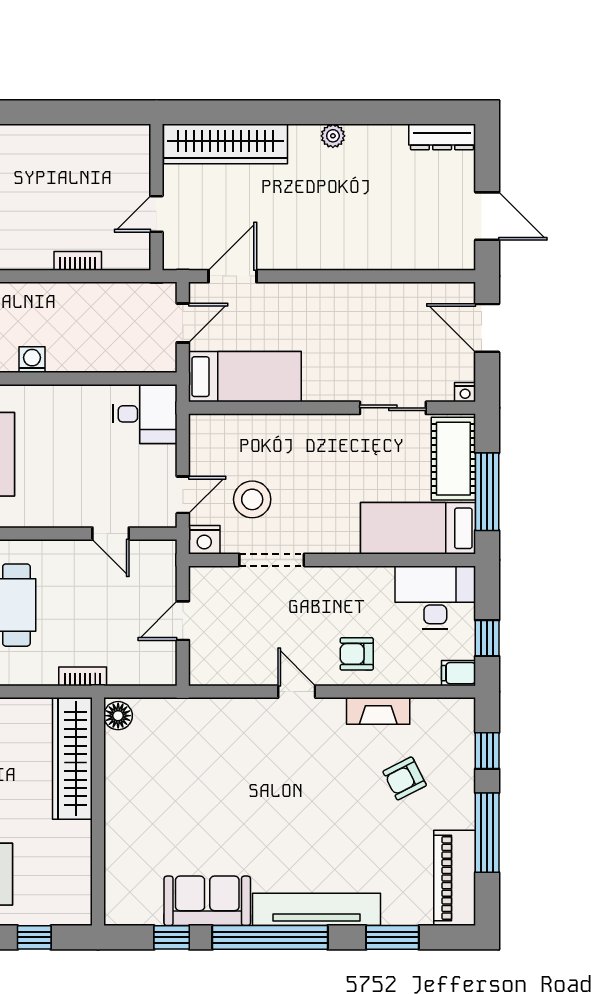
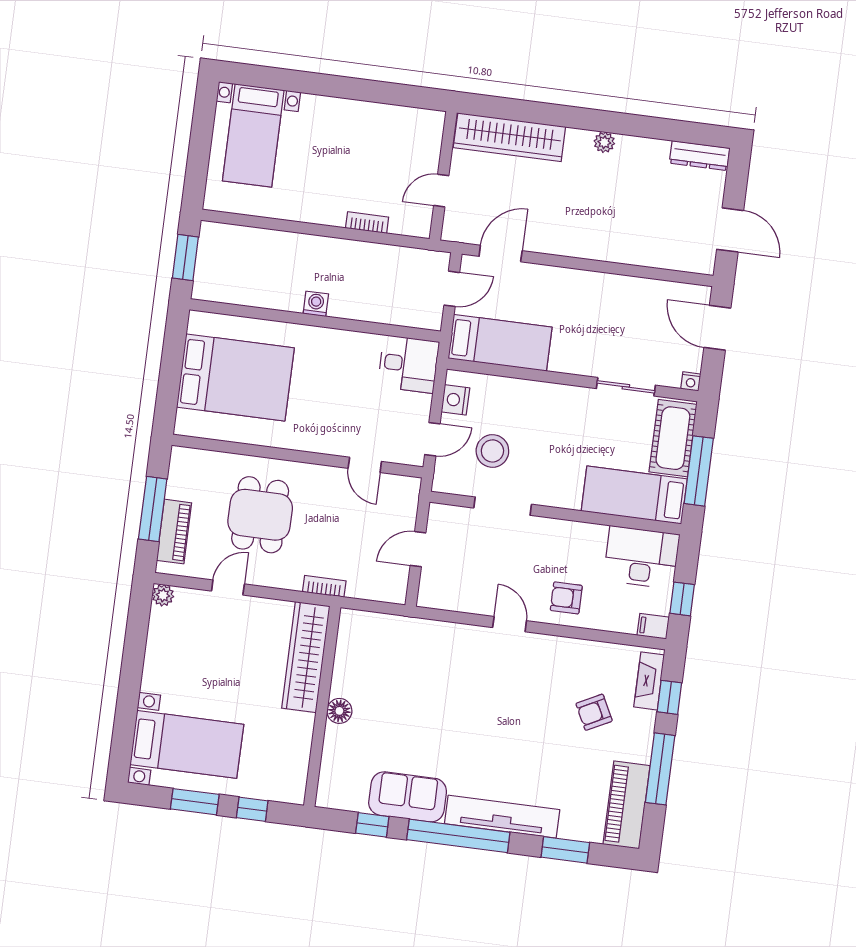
nightstand: (204, 540) -> (455, 400), moved, turned 90
fireplace: (378, 711) -> (649, 681), moved, turned 90
floor lamp: (118, 716) -> (339, 711), moved

